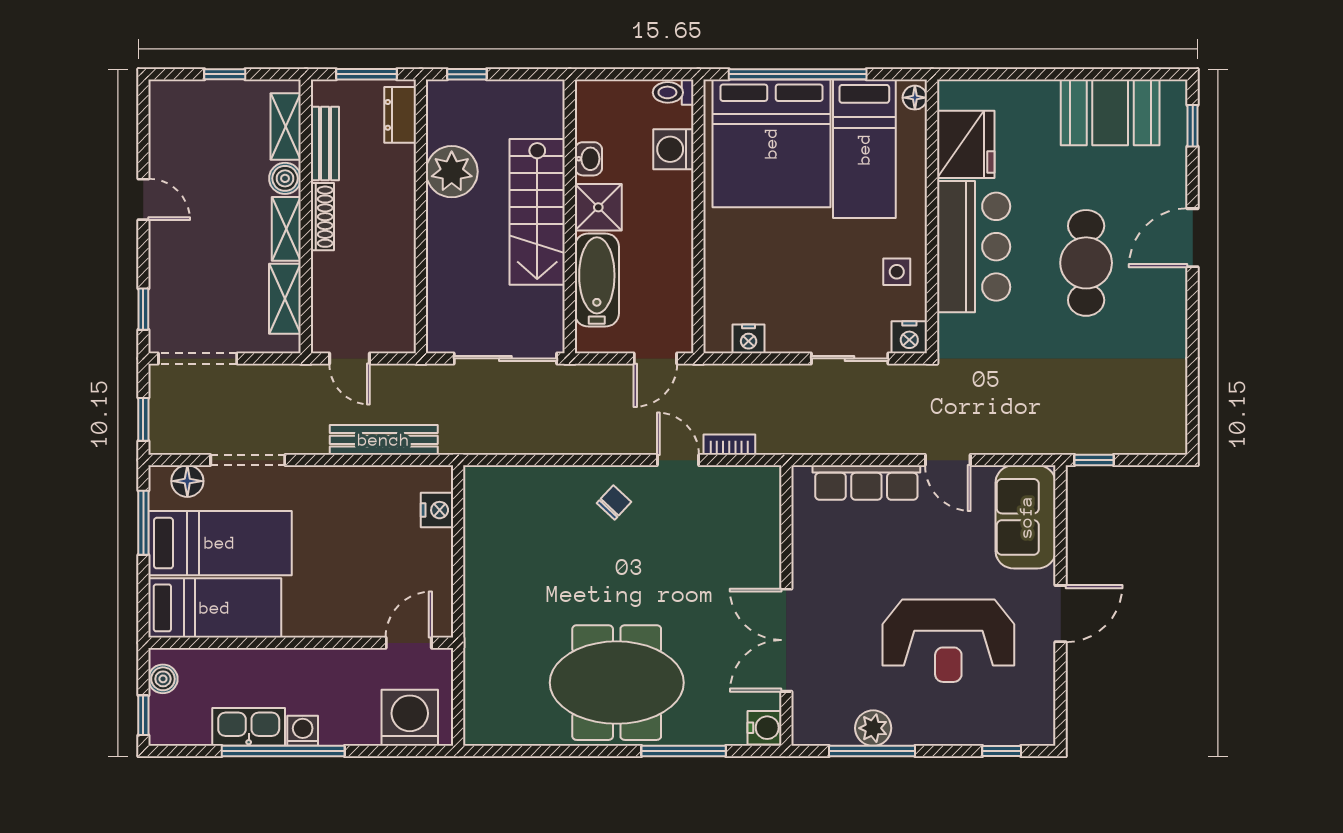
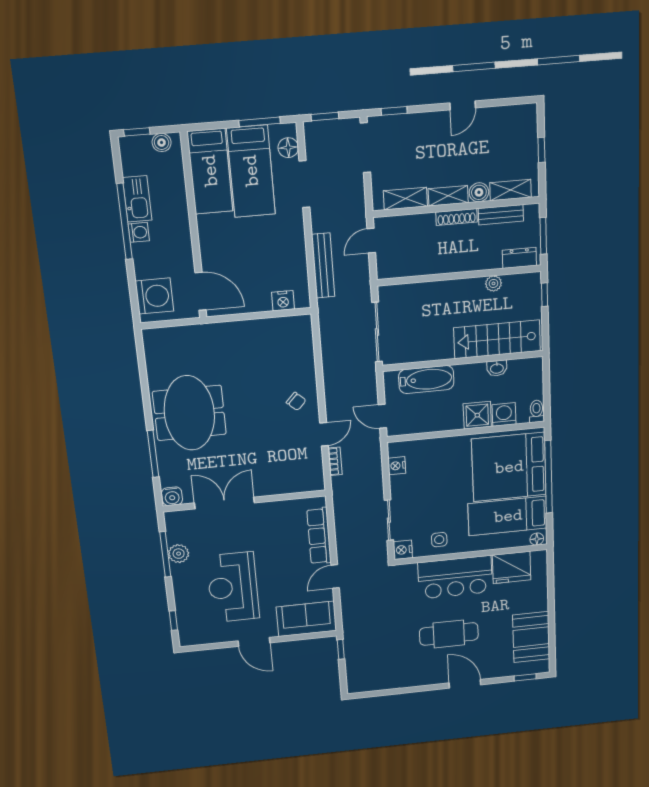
plant: (452, 172) -> (493, 283), width x0.53, depth x0.53
shower: (598, 207) -> (477, 415), moved
stairs: (537, 212) -> (497, 339), moved
door: (409, 643) -> (200, 291), width x1.38

